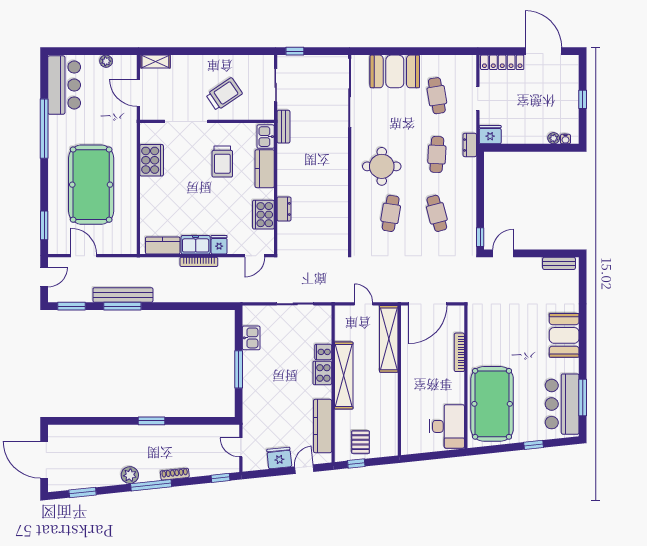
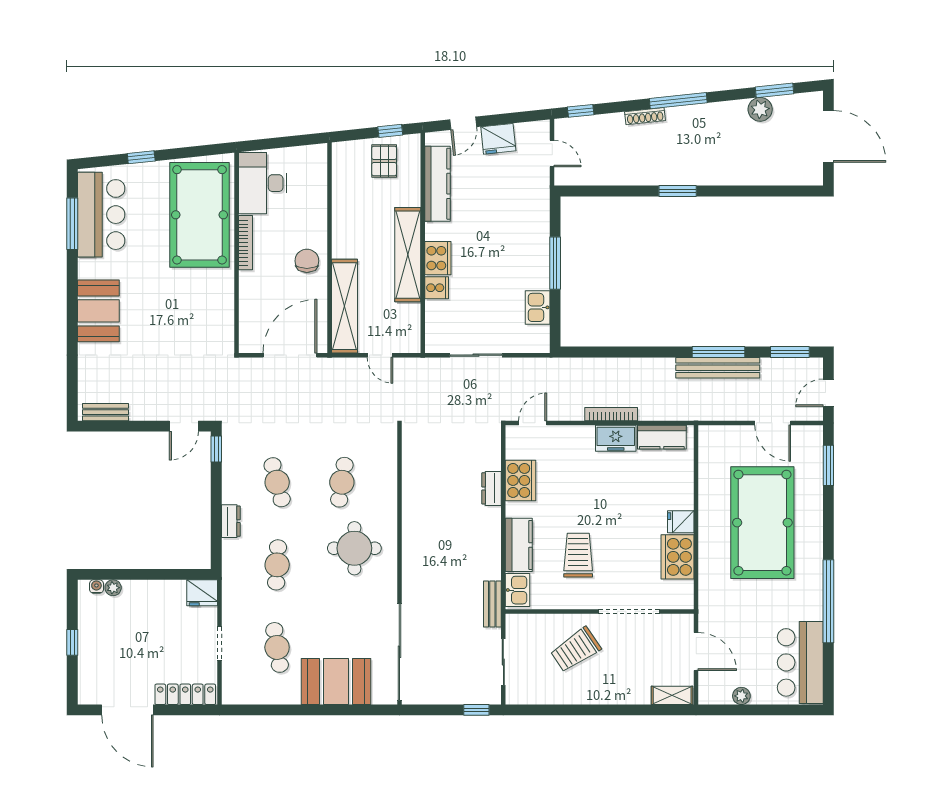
dresser: (470, 145) -> (231, 521), moved
fridge: (219, 245) -> (681, 522), moved, turned 90
bookcase: (459, 352) -> (245, 243), moved
chair: (416, 371) -> (307, 261), added
plant: (130, 475) -> (760, 109), moved

